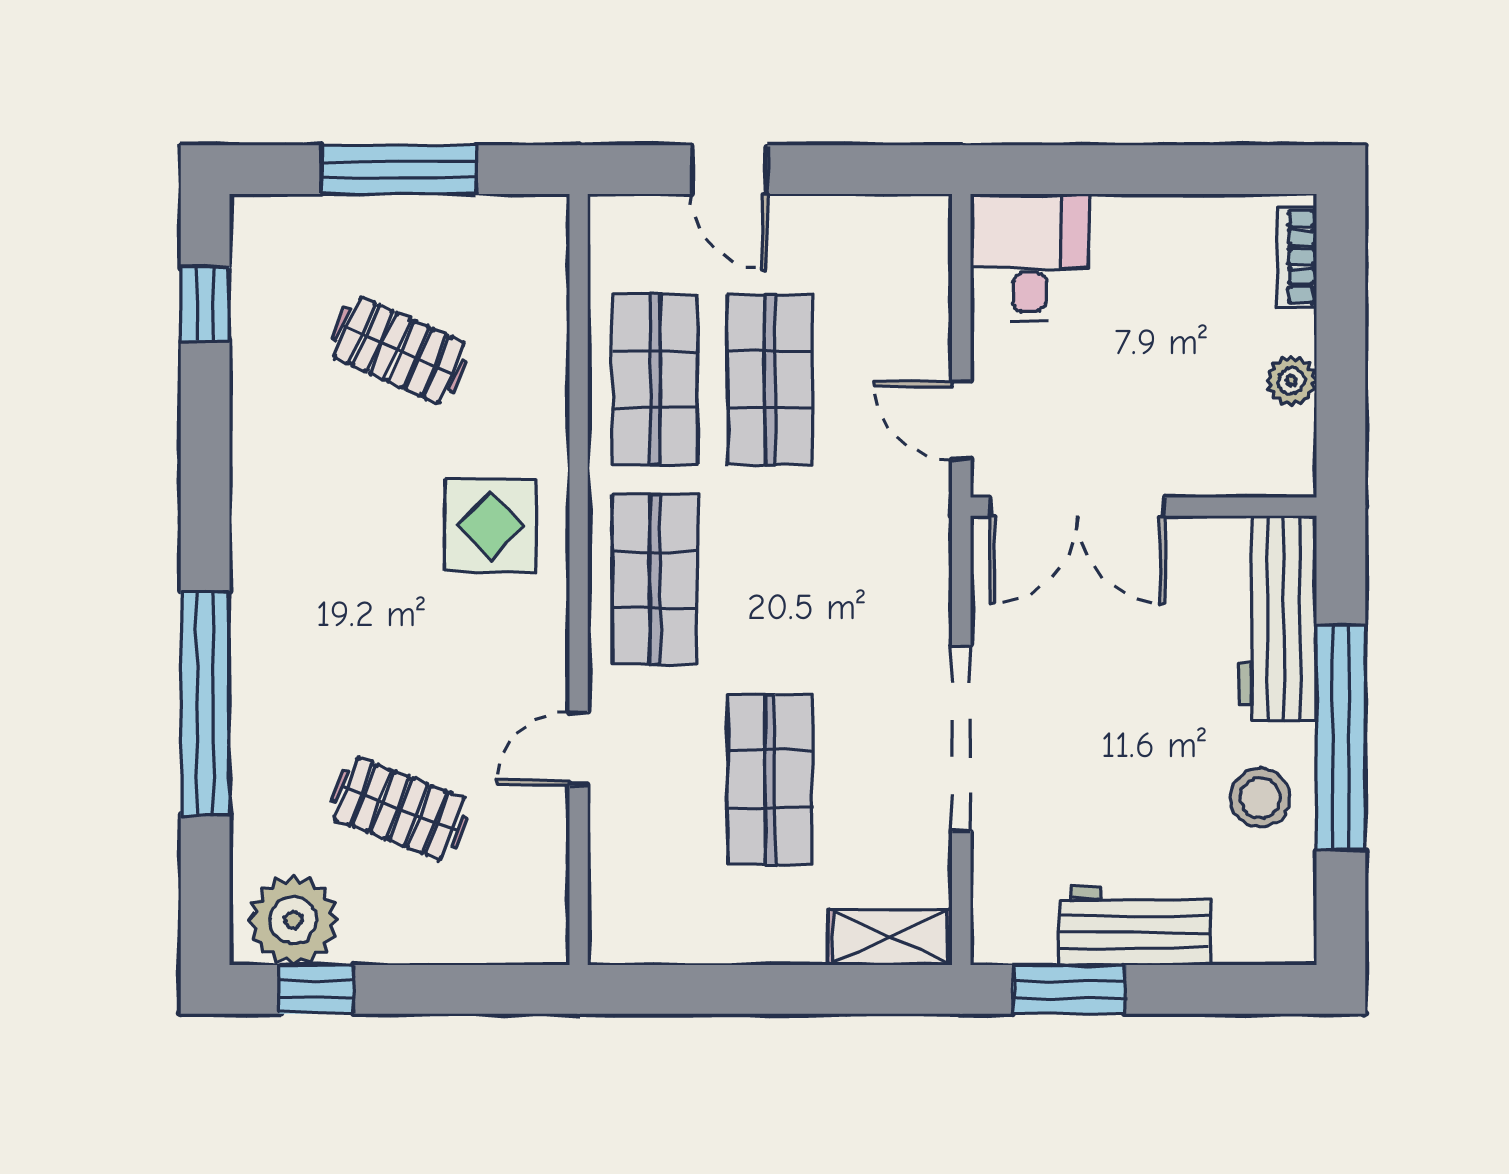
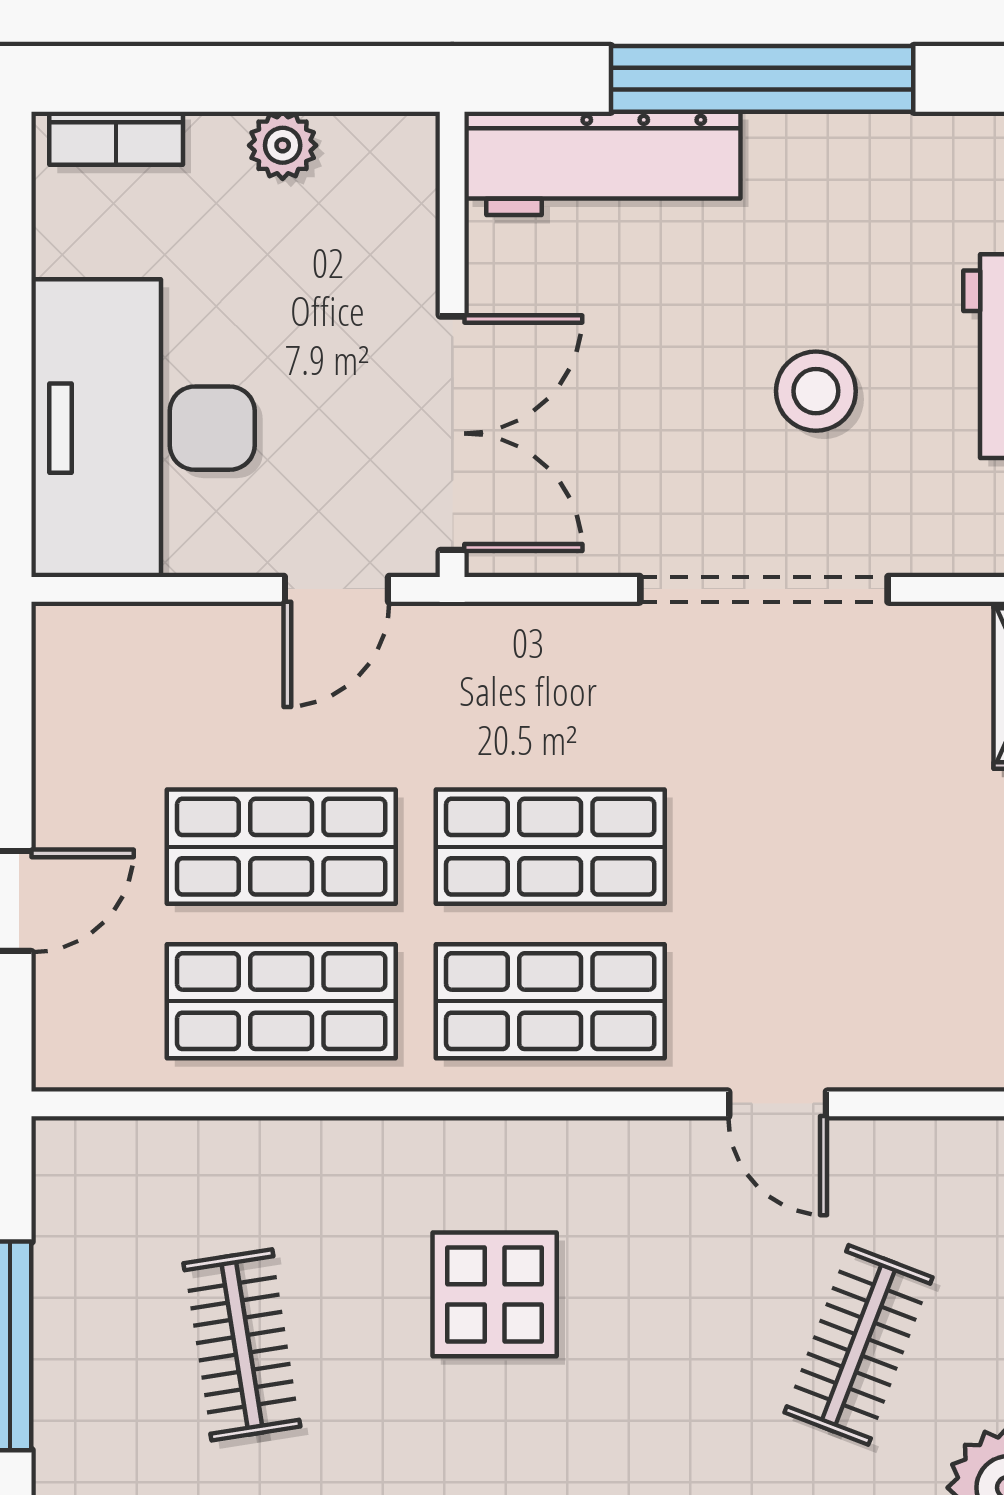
desk: (1030, 258) -> (143, 428), width x1.87, depth x1.30
clothes rail: (399, 350) -> (242, 1345), turned -33
display table: (491, 525) -> (495, 1294), moved
shop shelf: (770, 780) -> (550, 847), moved
stool: (1260, 798) -> (816, 391), moved

